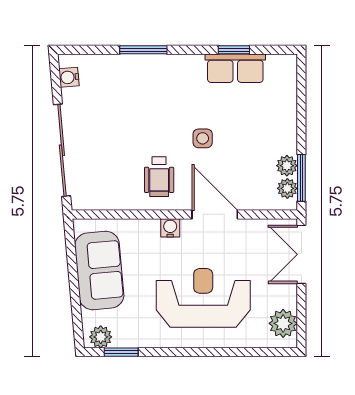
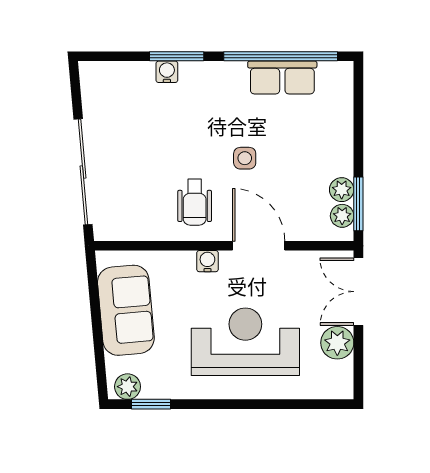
window: (234, 50) -> (281, 56), width x3.17
water cooler: (69, 77) -> (167, 72), moved, turned 95
plant: (283, 323) -> (337, 343), moved

